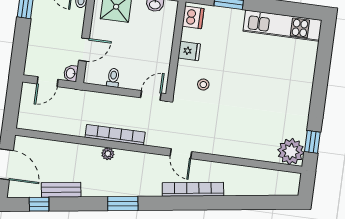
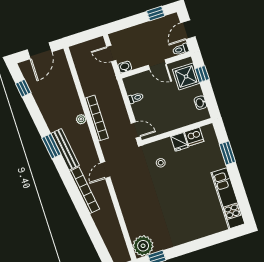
dishwasher: (193, 17) -> (194, 137), moved
door: (84, 50) -> (157, 65), moved
bench: (61, 190) -> (65, 149), moved, width x1.36

